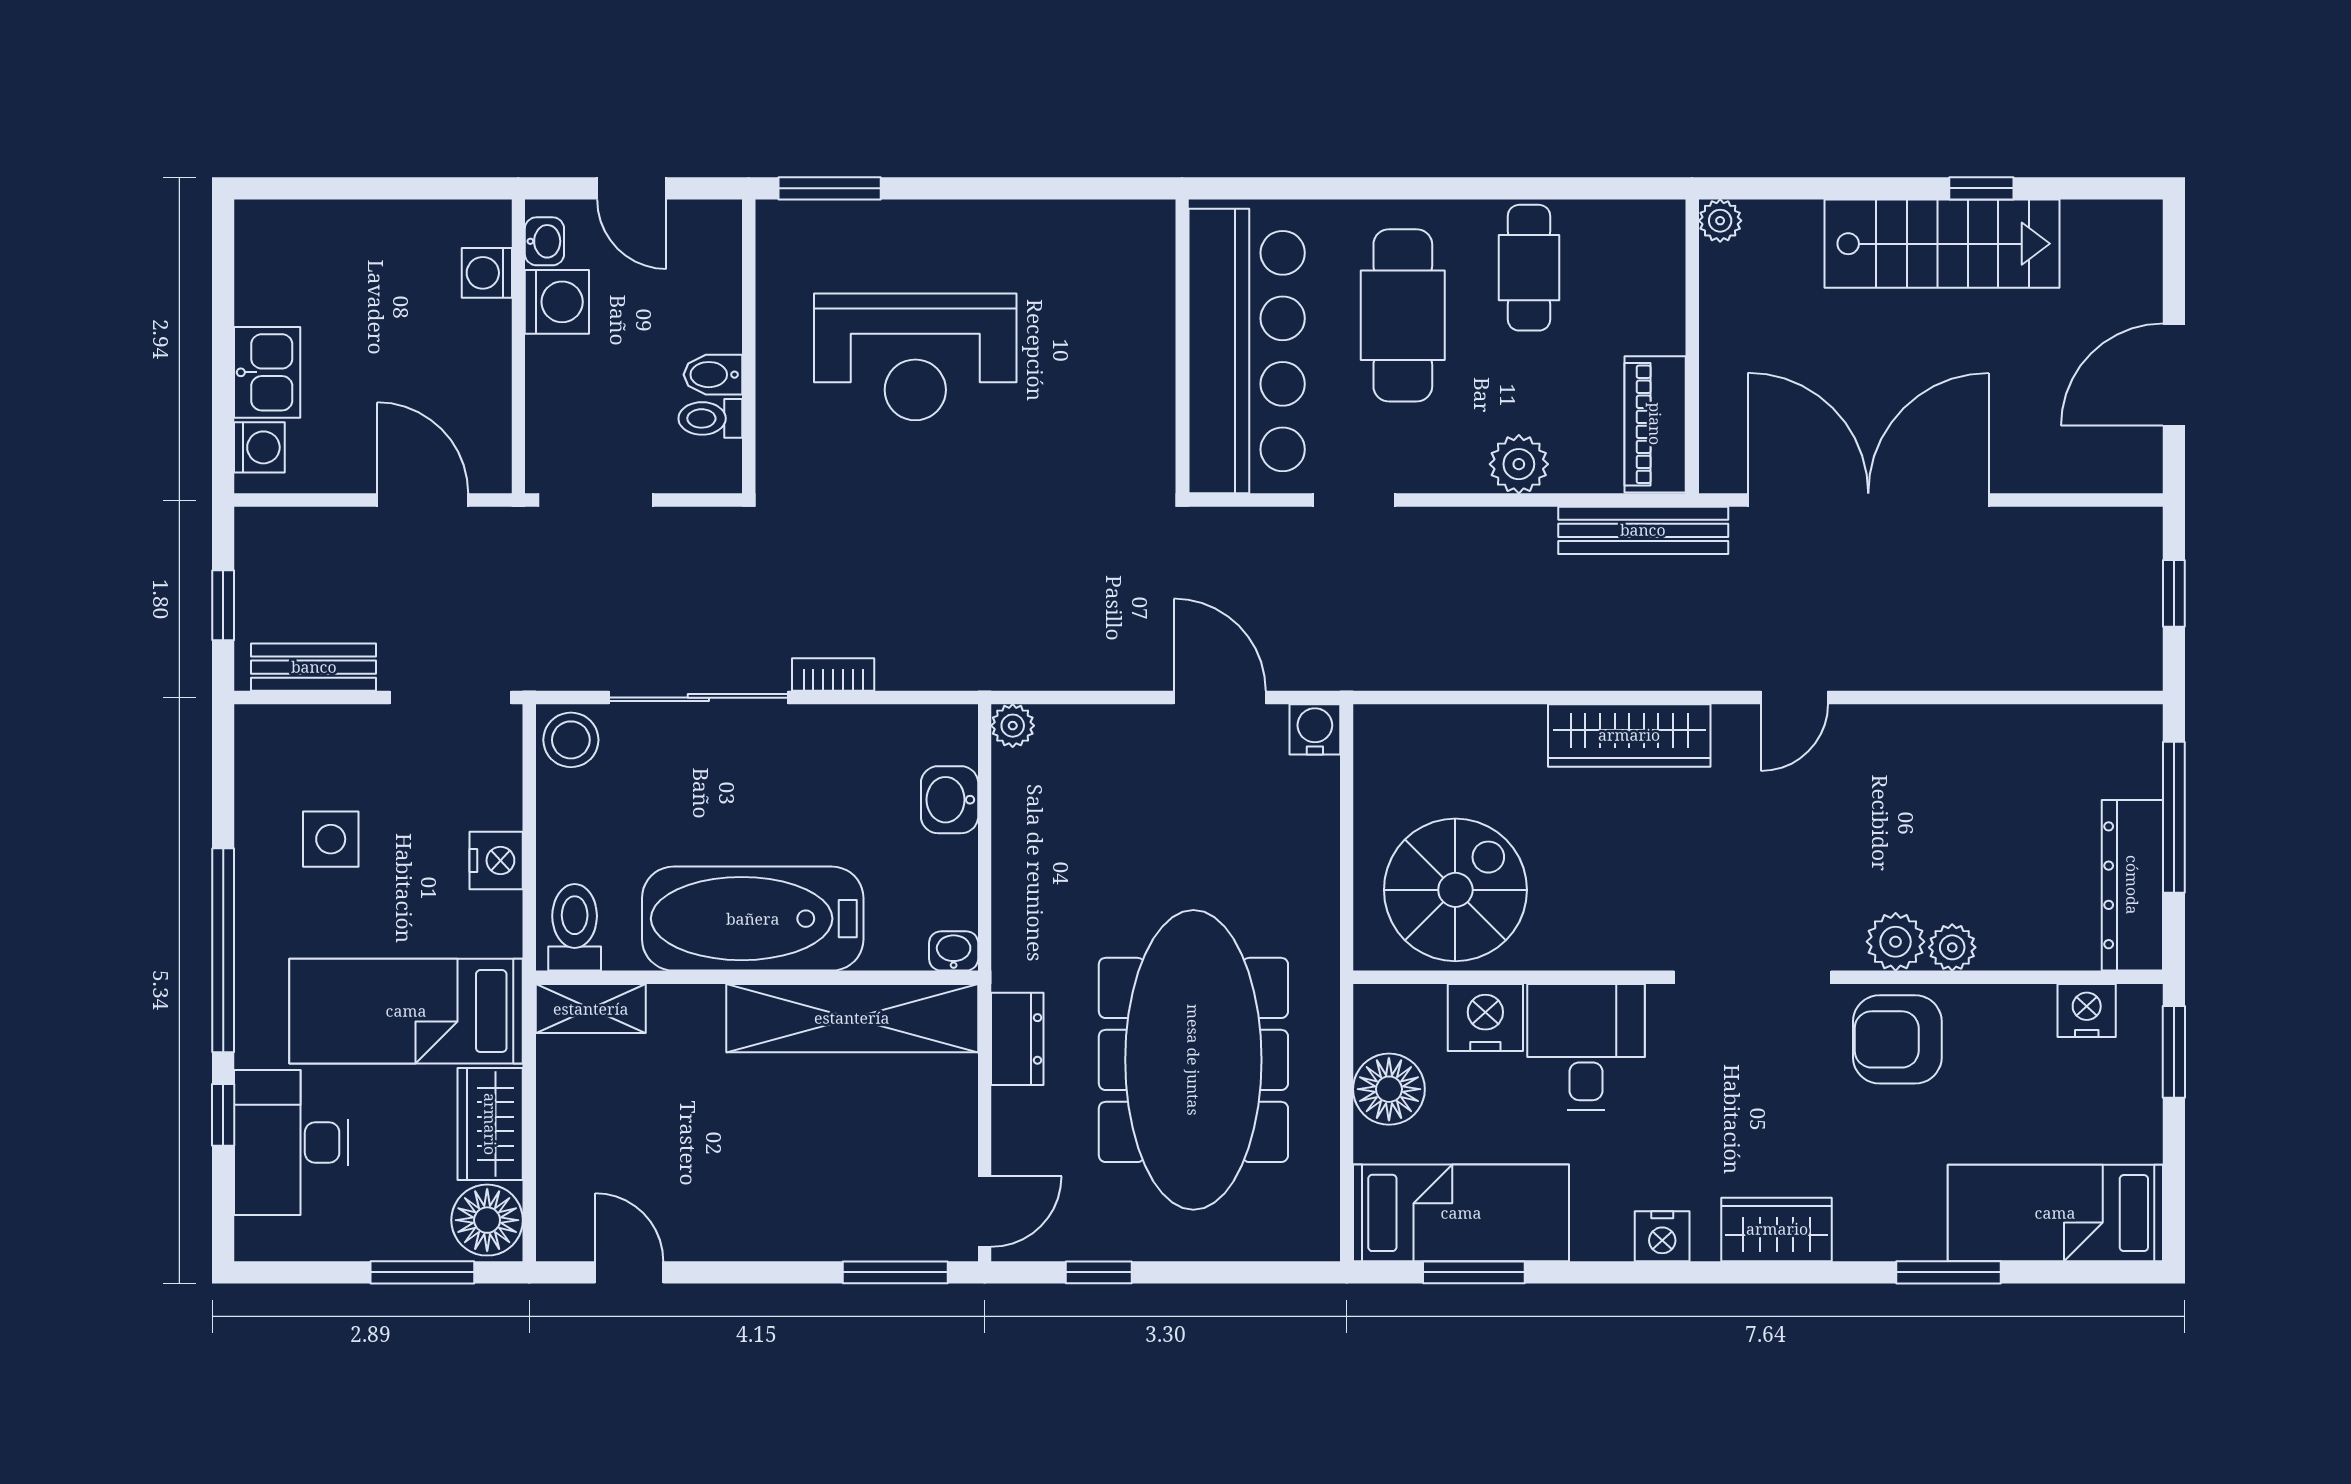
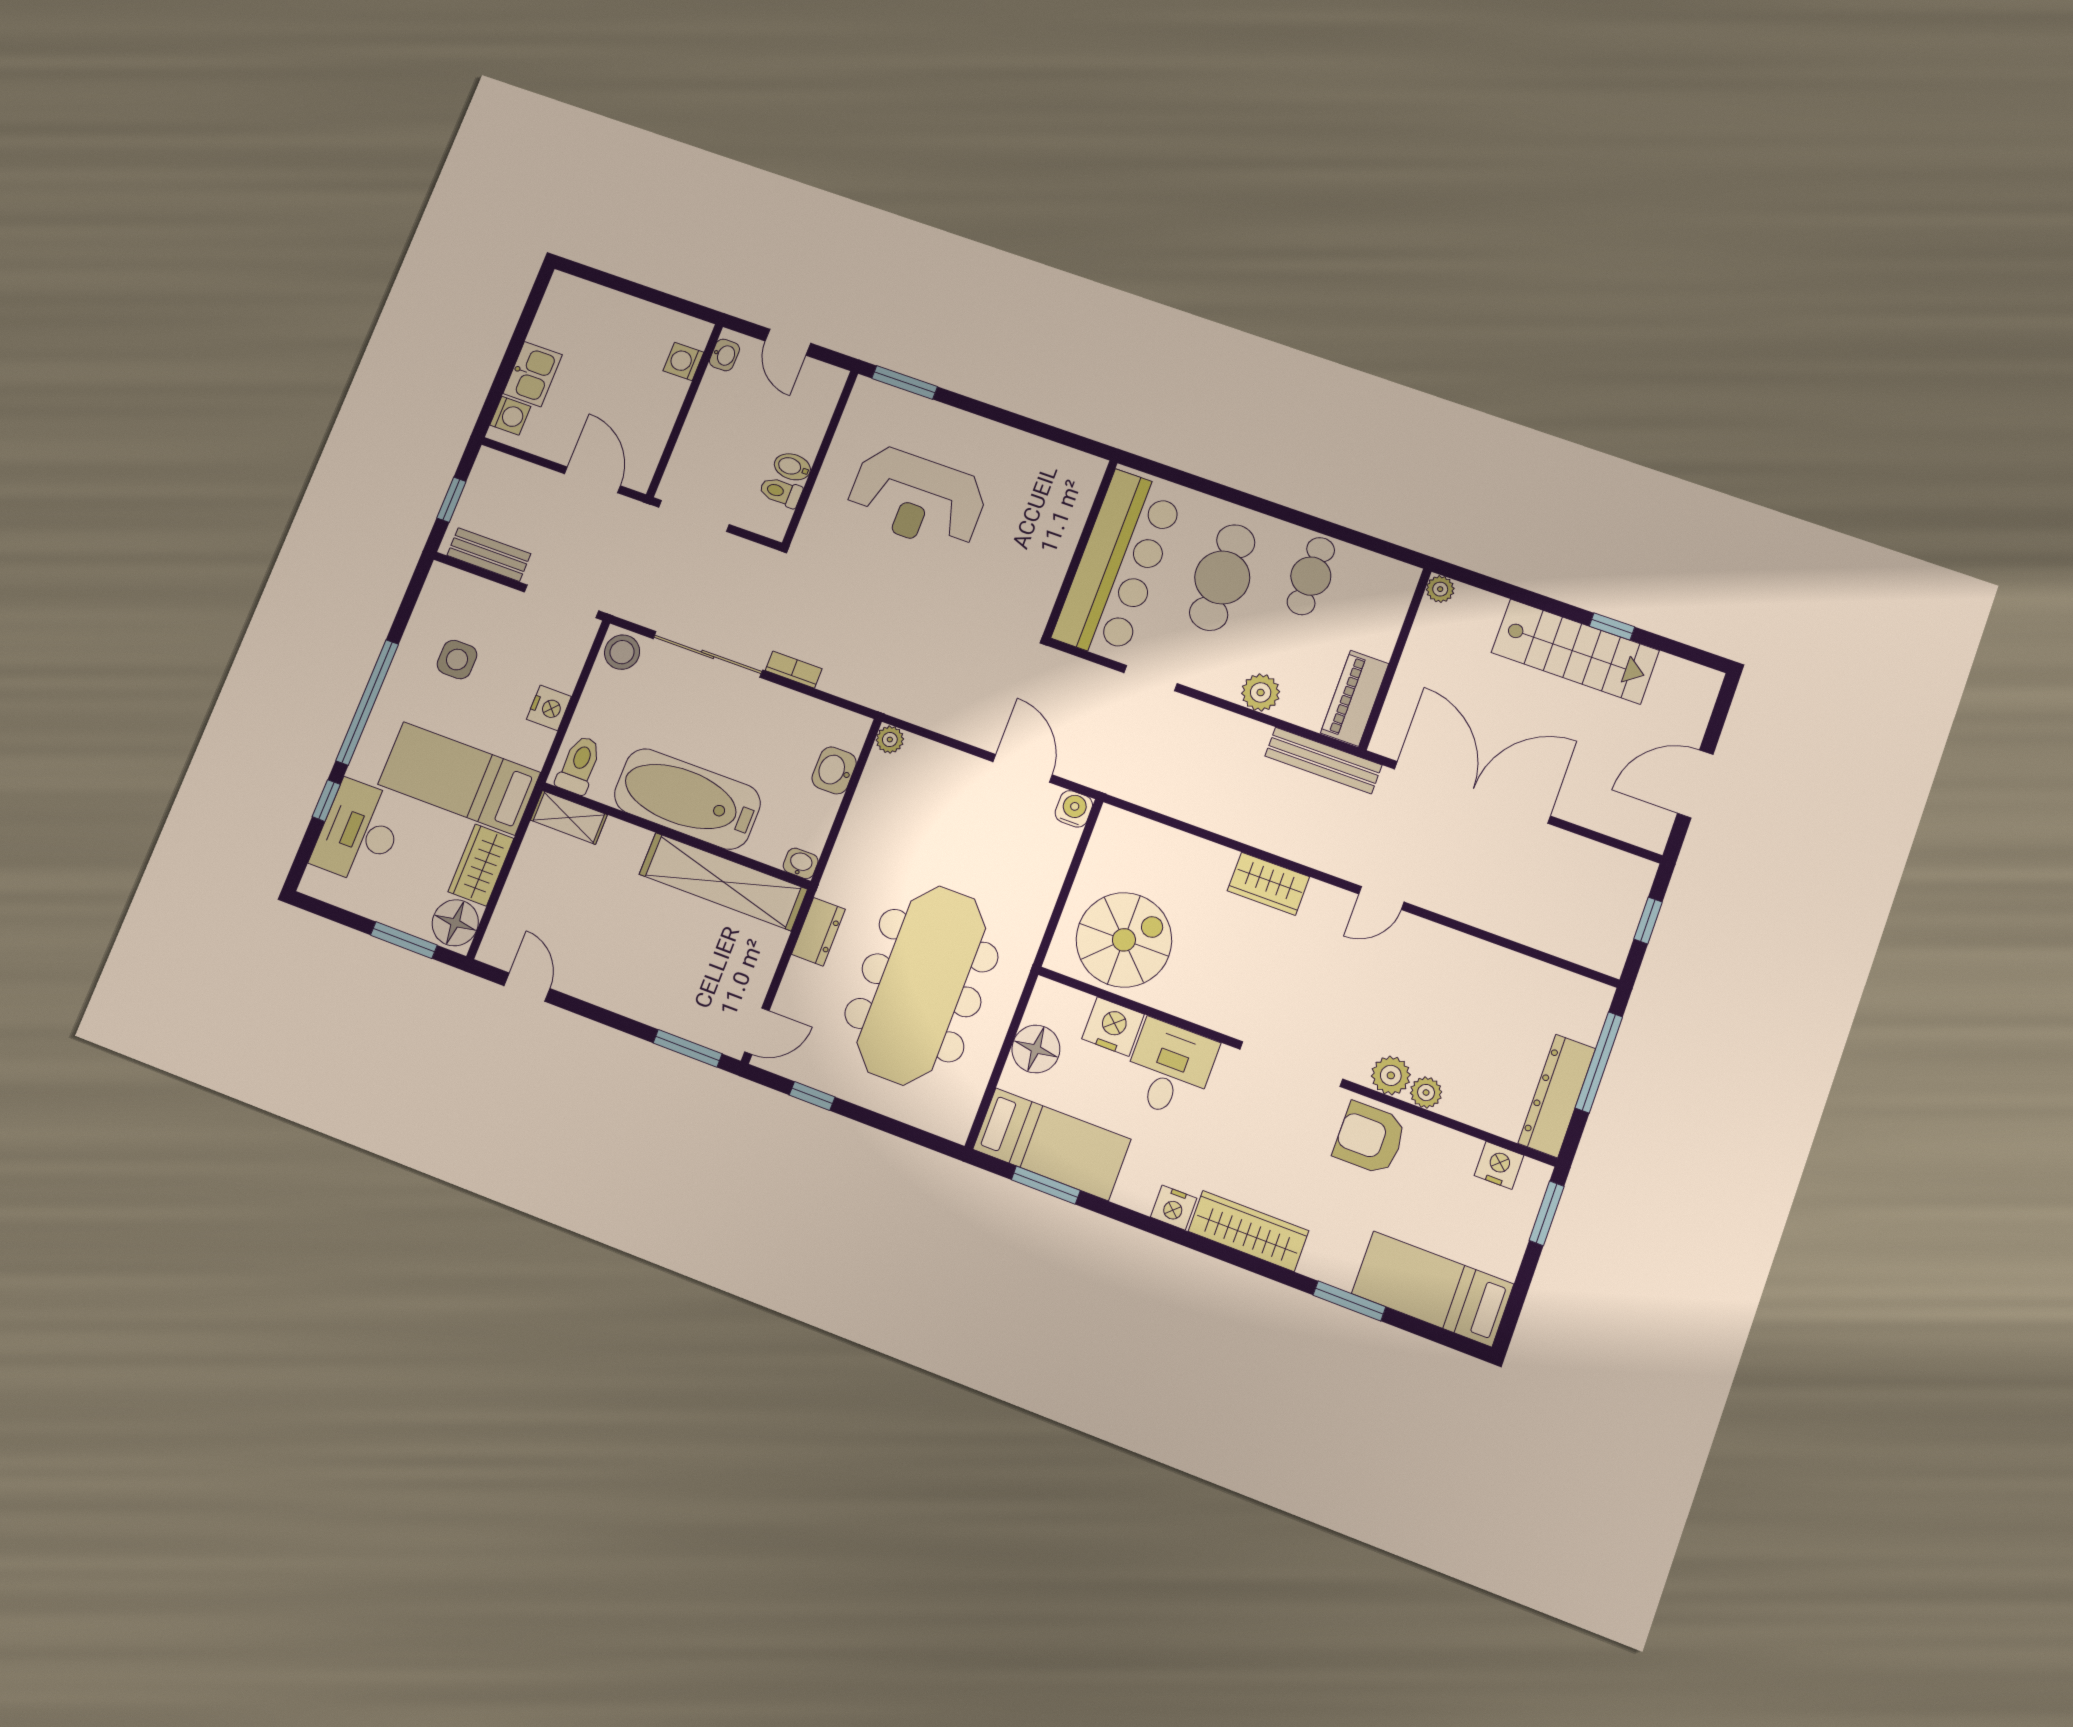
washing machine: (557, 302) -> (718, 392), removed
wardrobe: (1629, 735) -> (1268, 884), width x0.67
wardrobe: (1777, 1229) -> (1248, 1231), width x1.50

